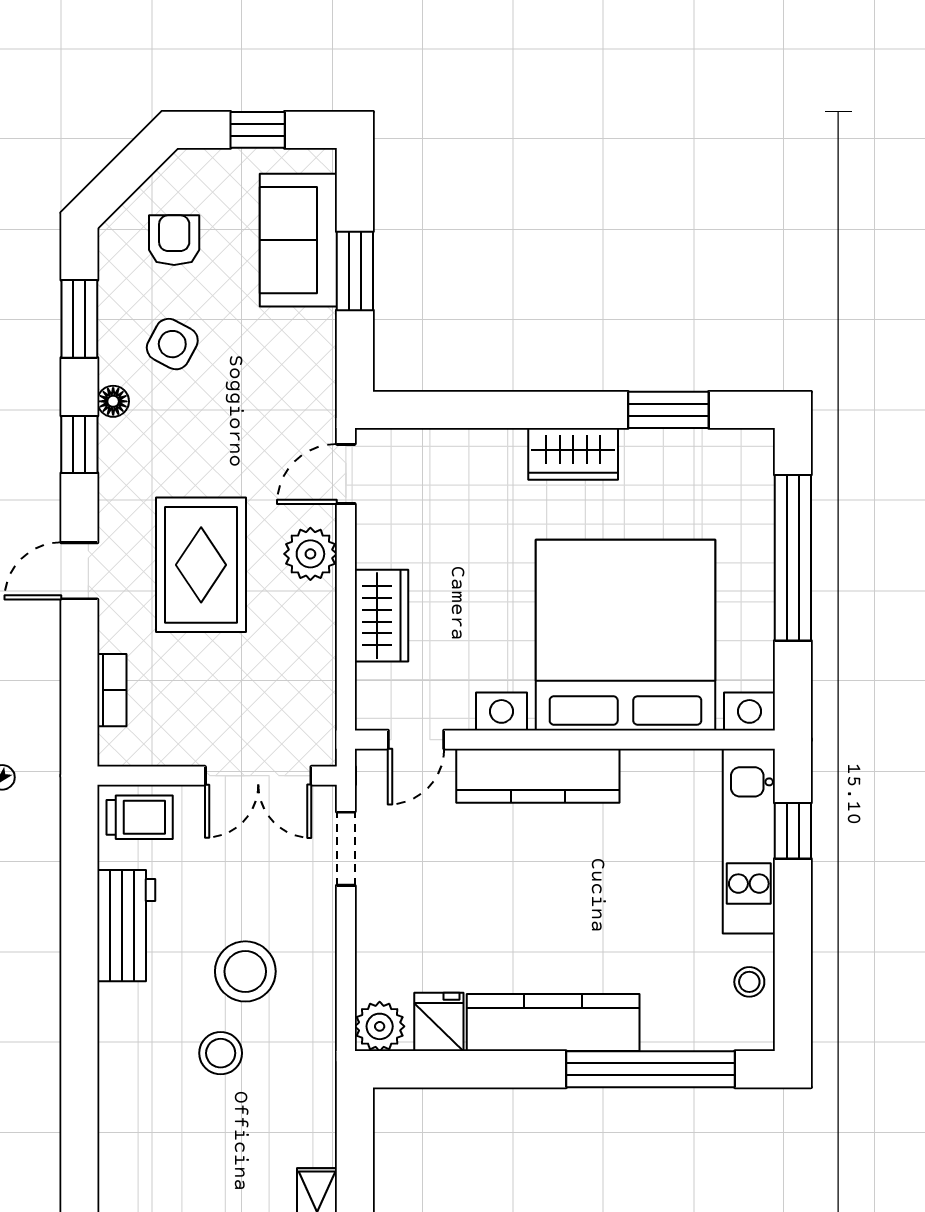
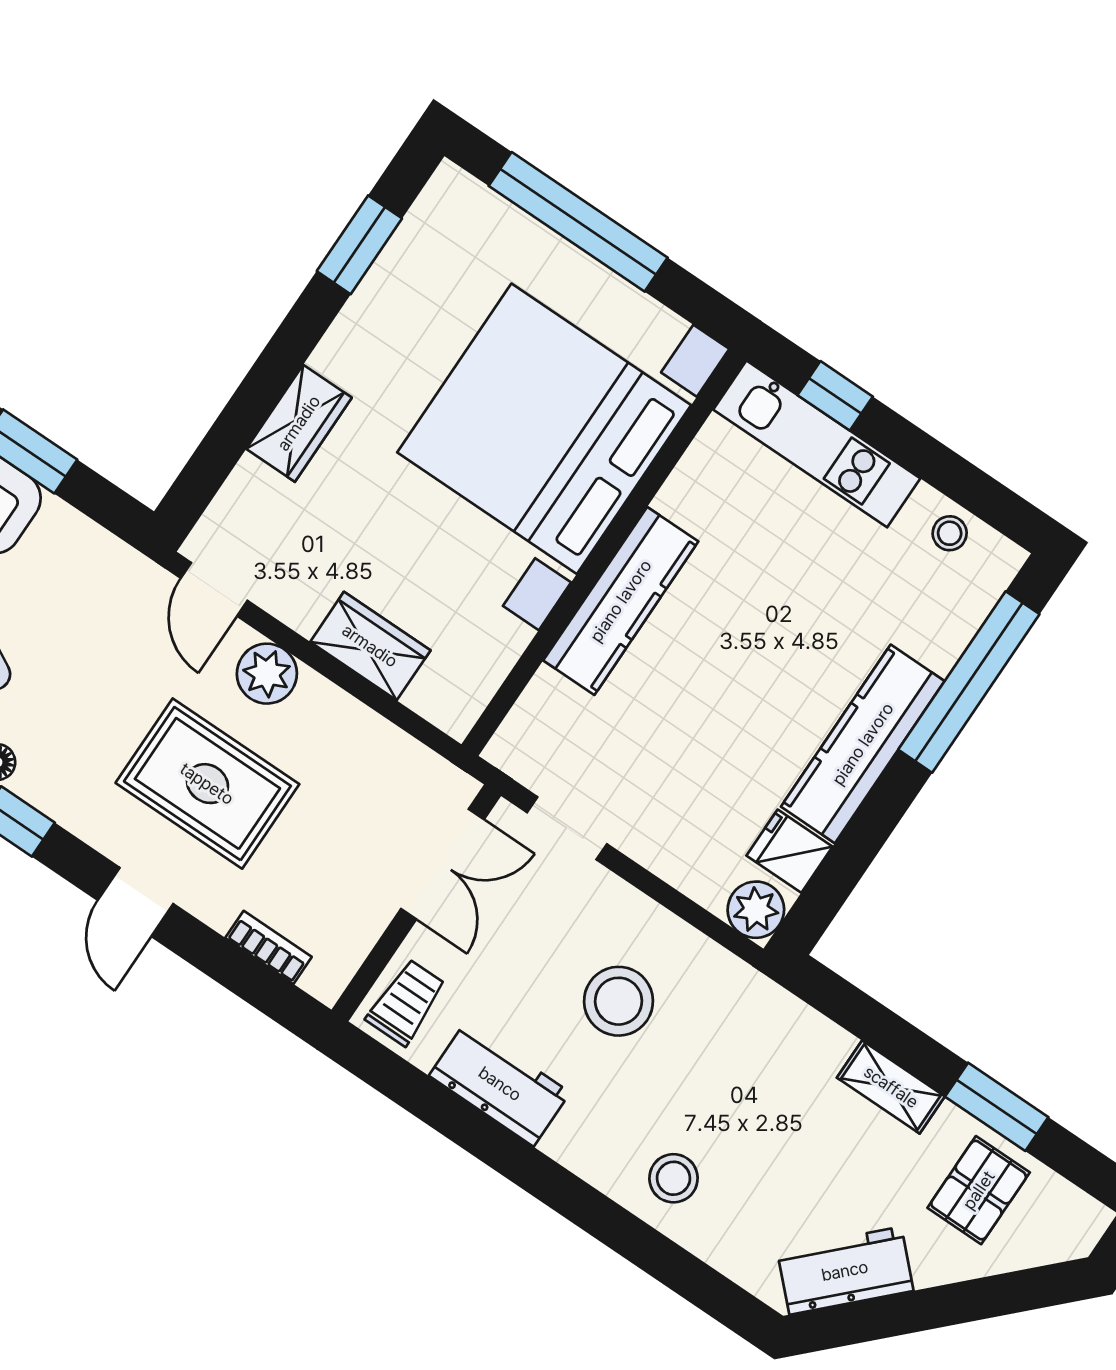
wardrobe: (573, 454) -> (299, 423), moved
door: (416, 740) -> (509, 693), removed
stool: (221, 1053) -> (673, 1178), moved

